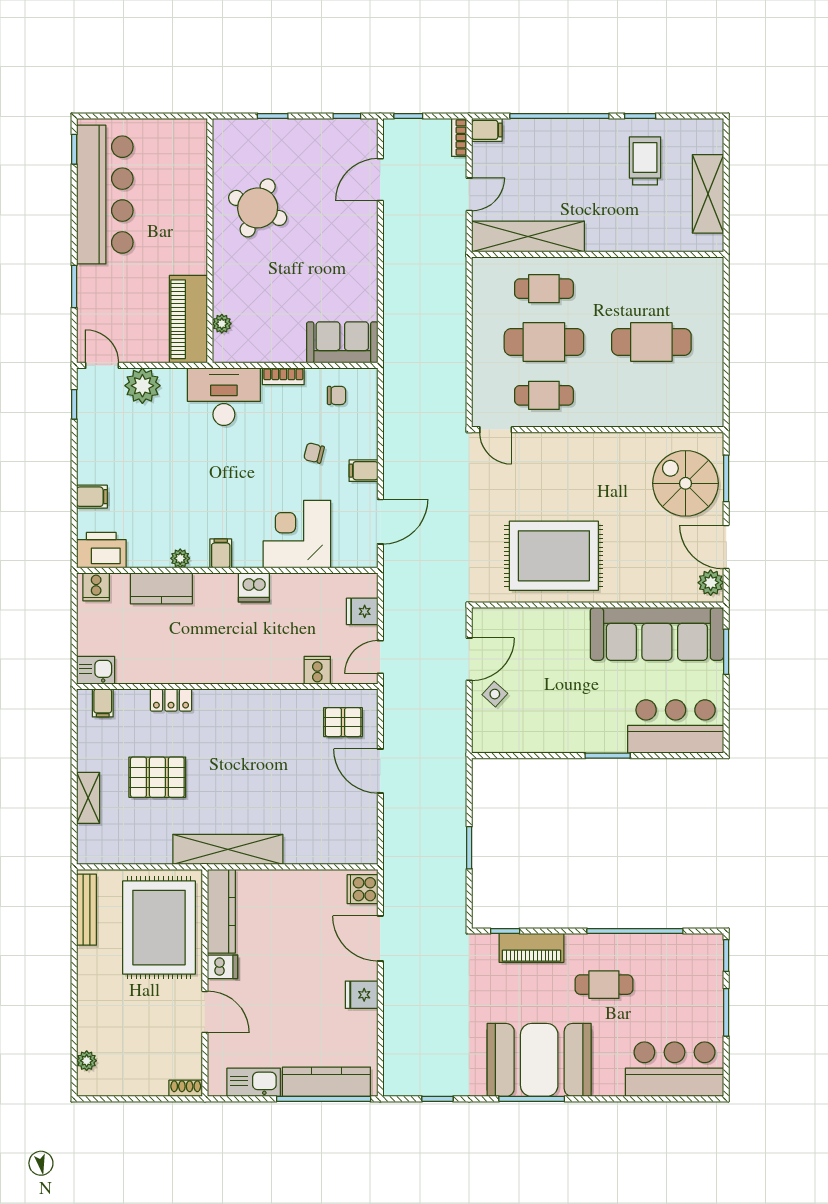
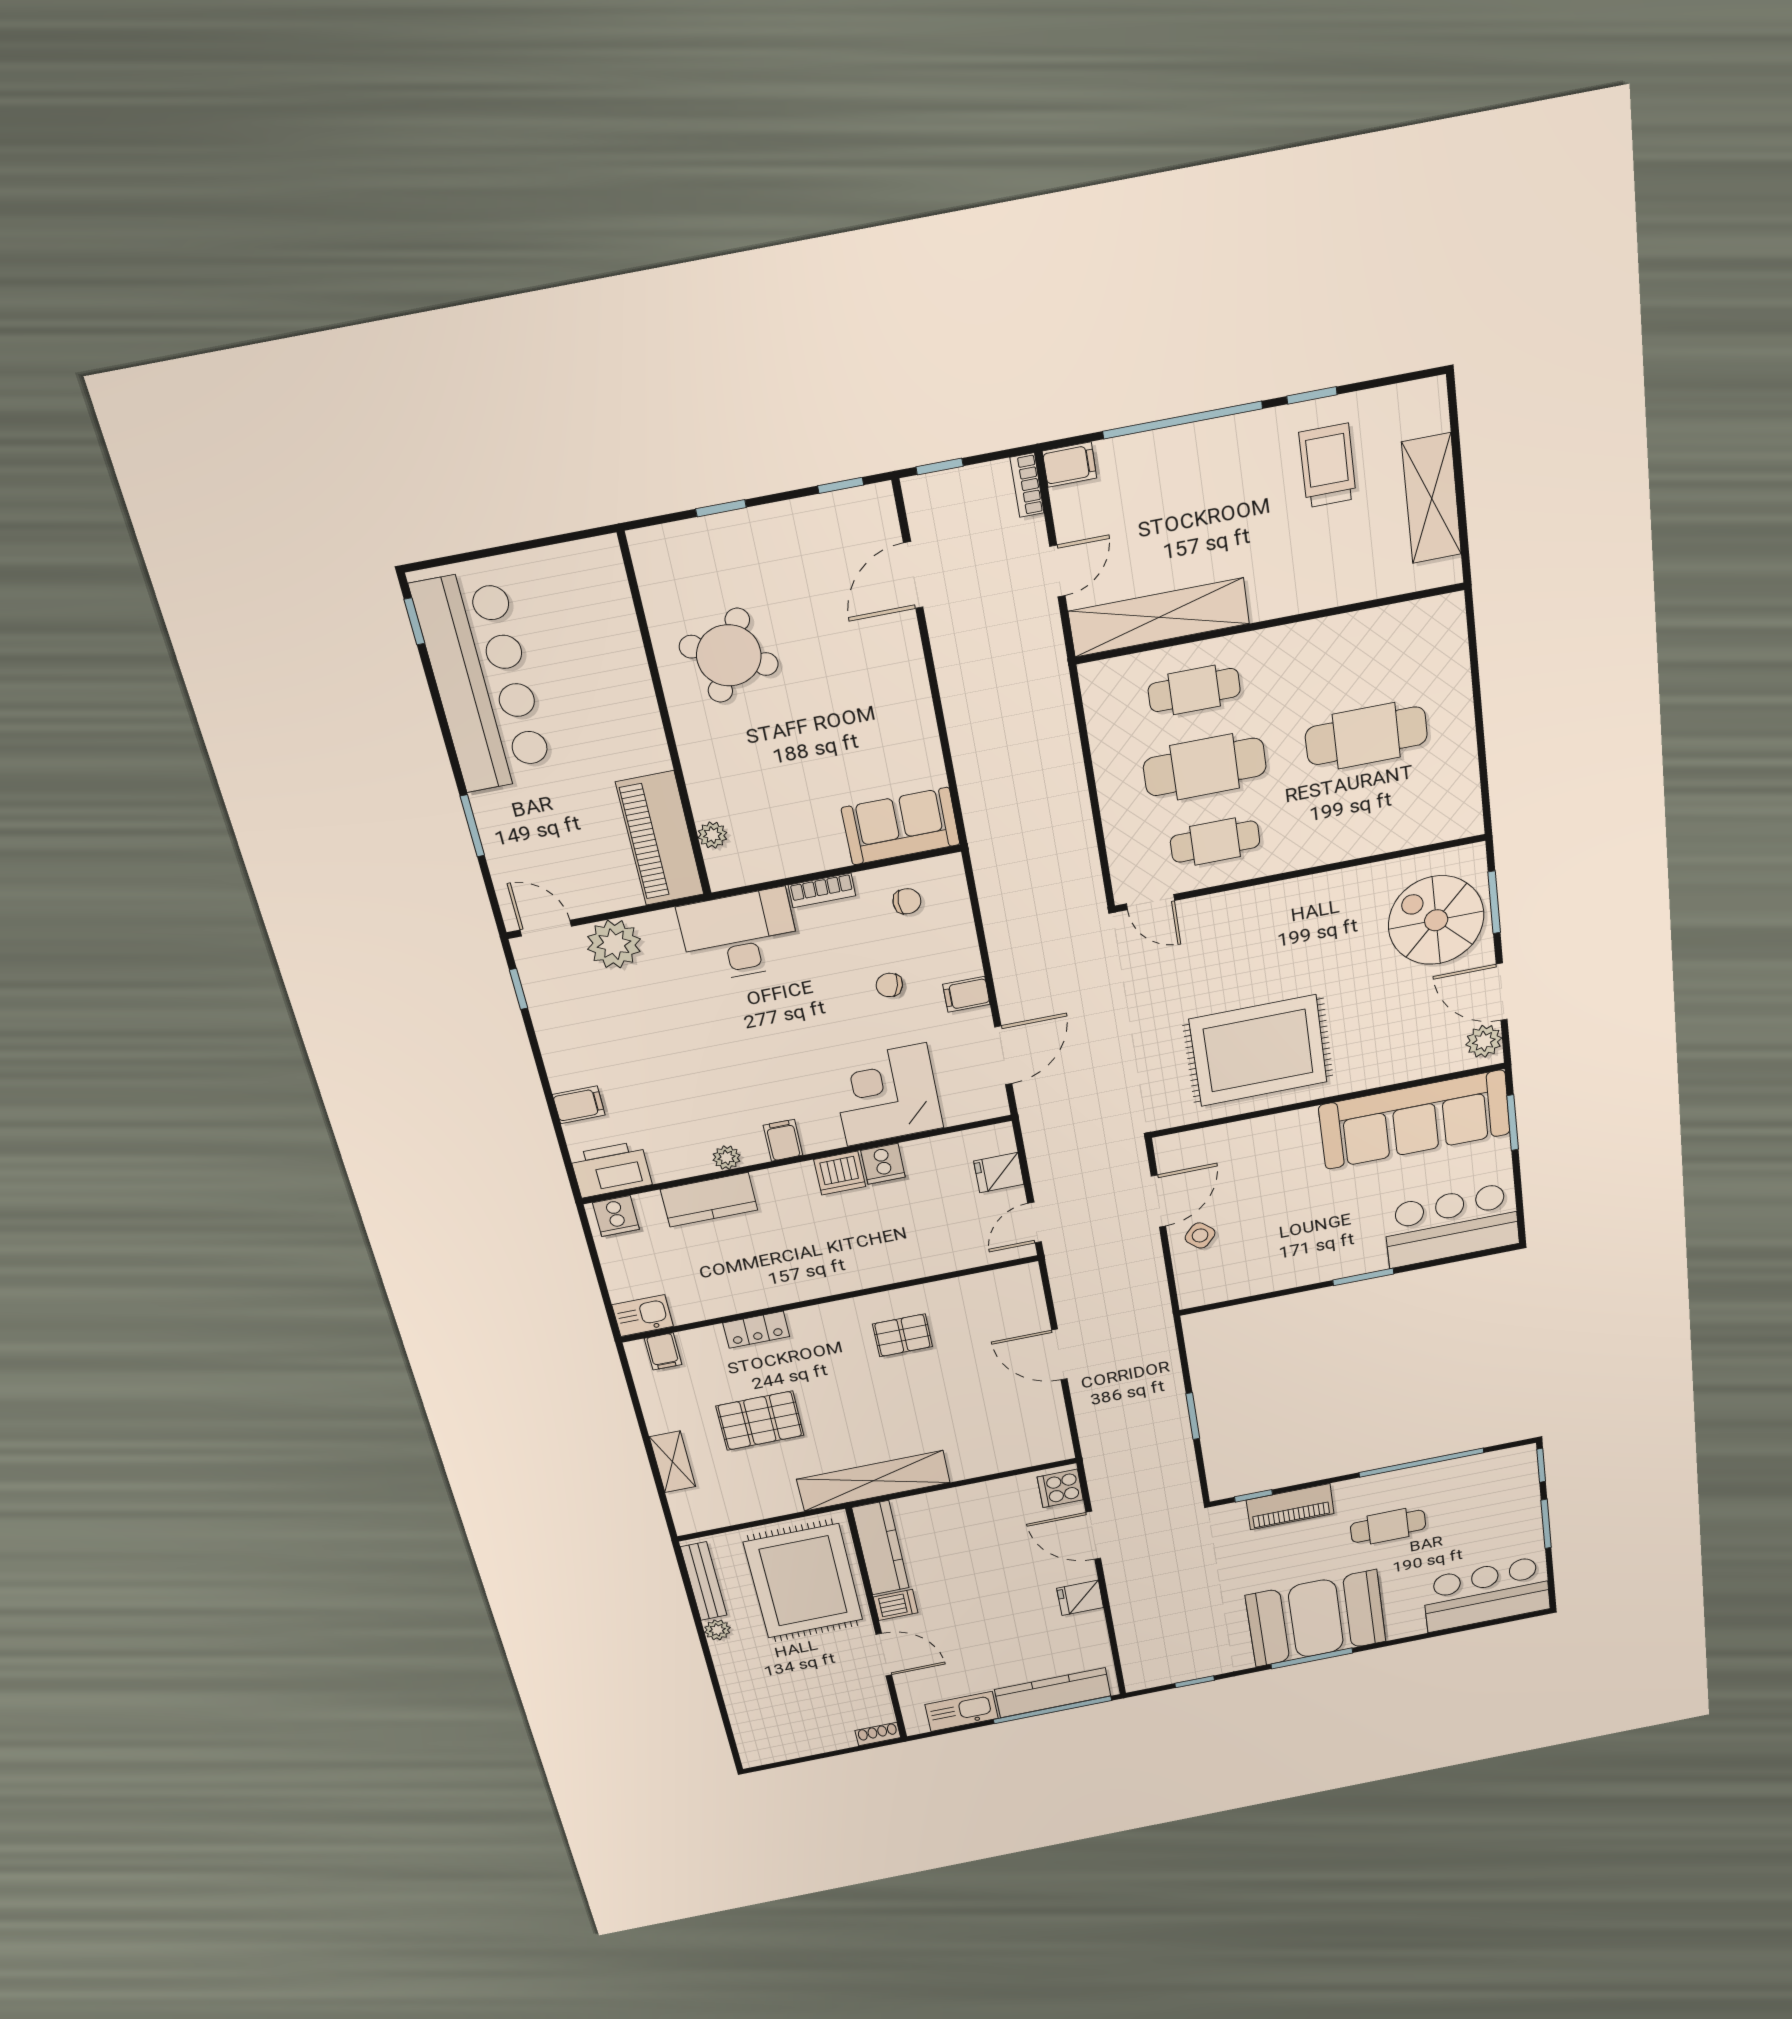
cooker: (317, 670) -> (883, 1164), moved, turned 180
pallet: (343, 722) -> (902, 1335), moved
plant: (87, 1061) -> (717, 1630), moved

